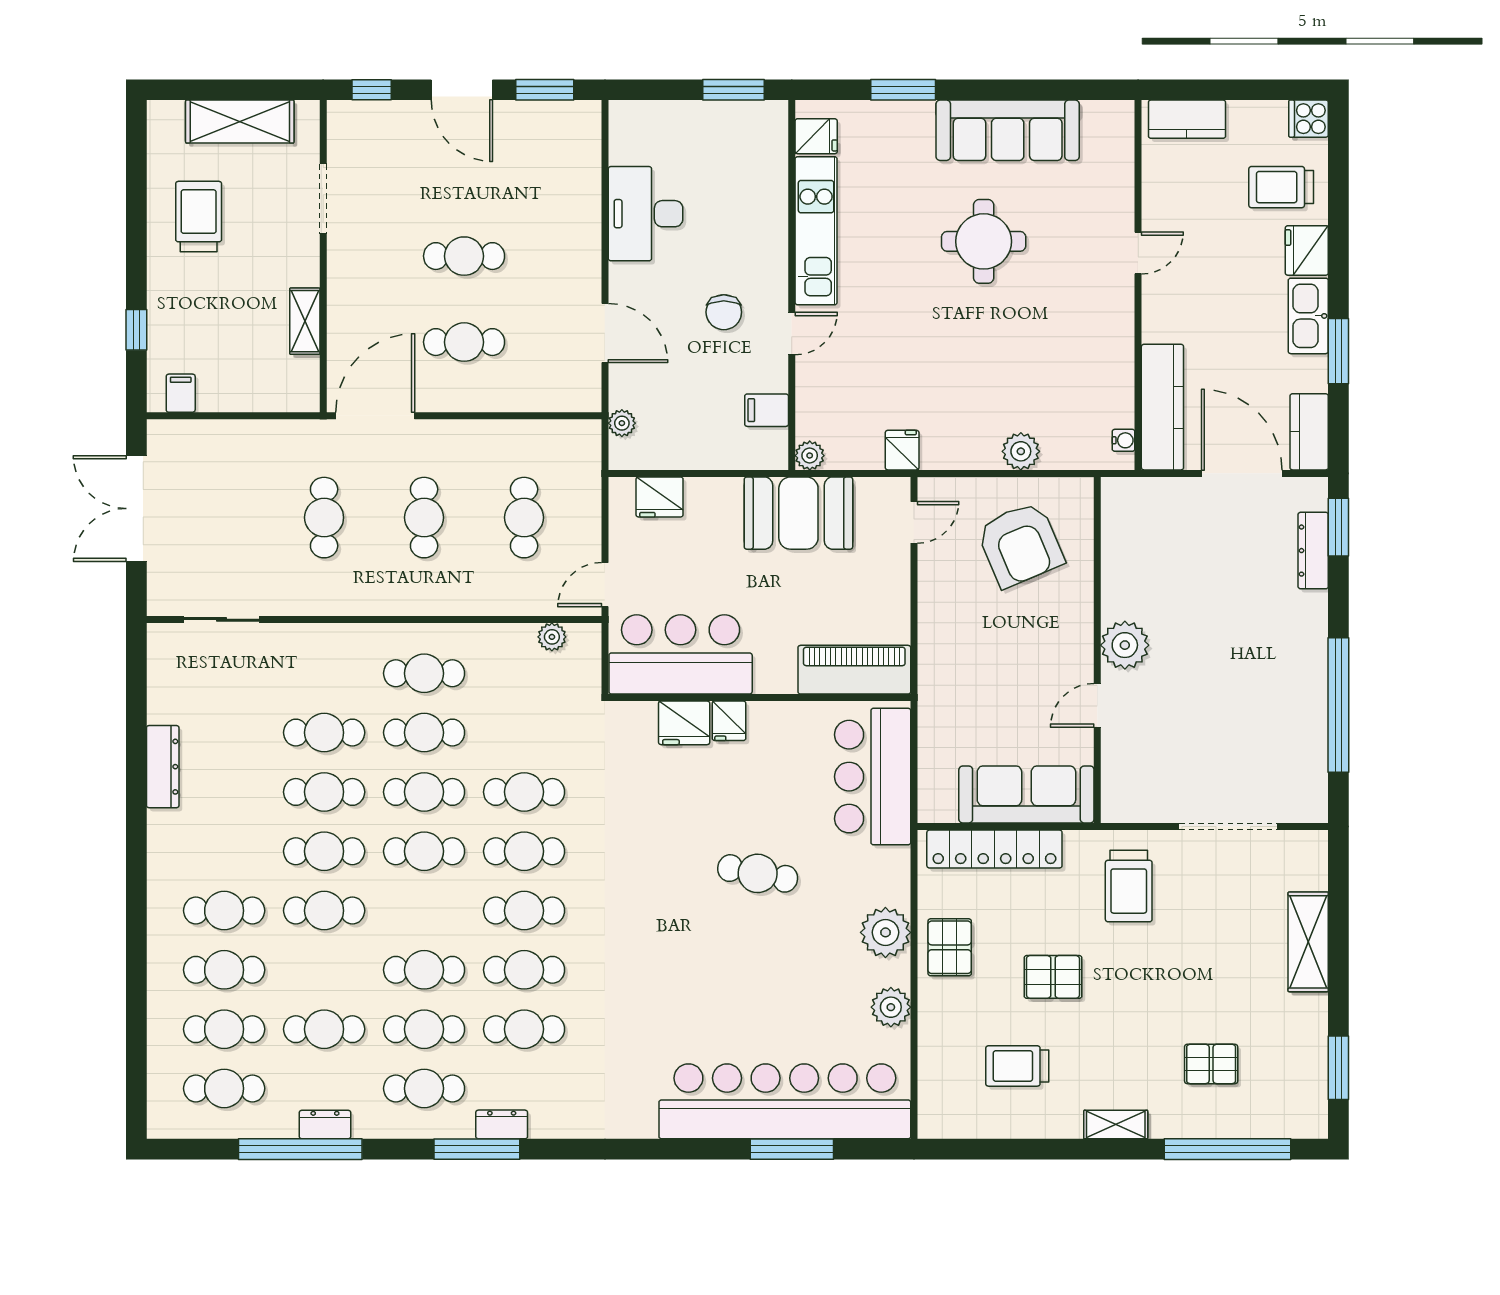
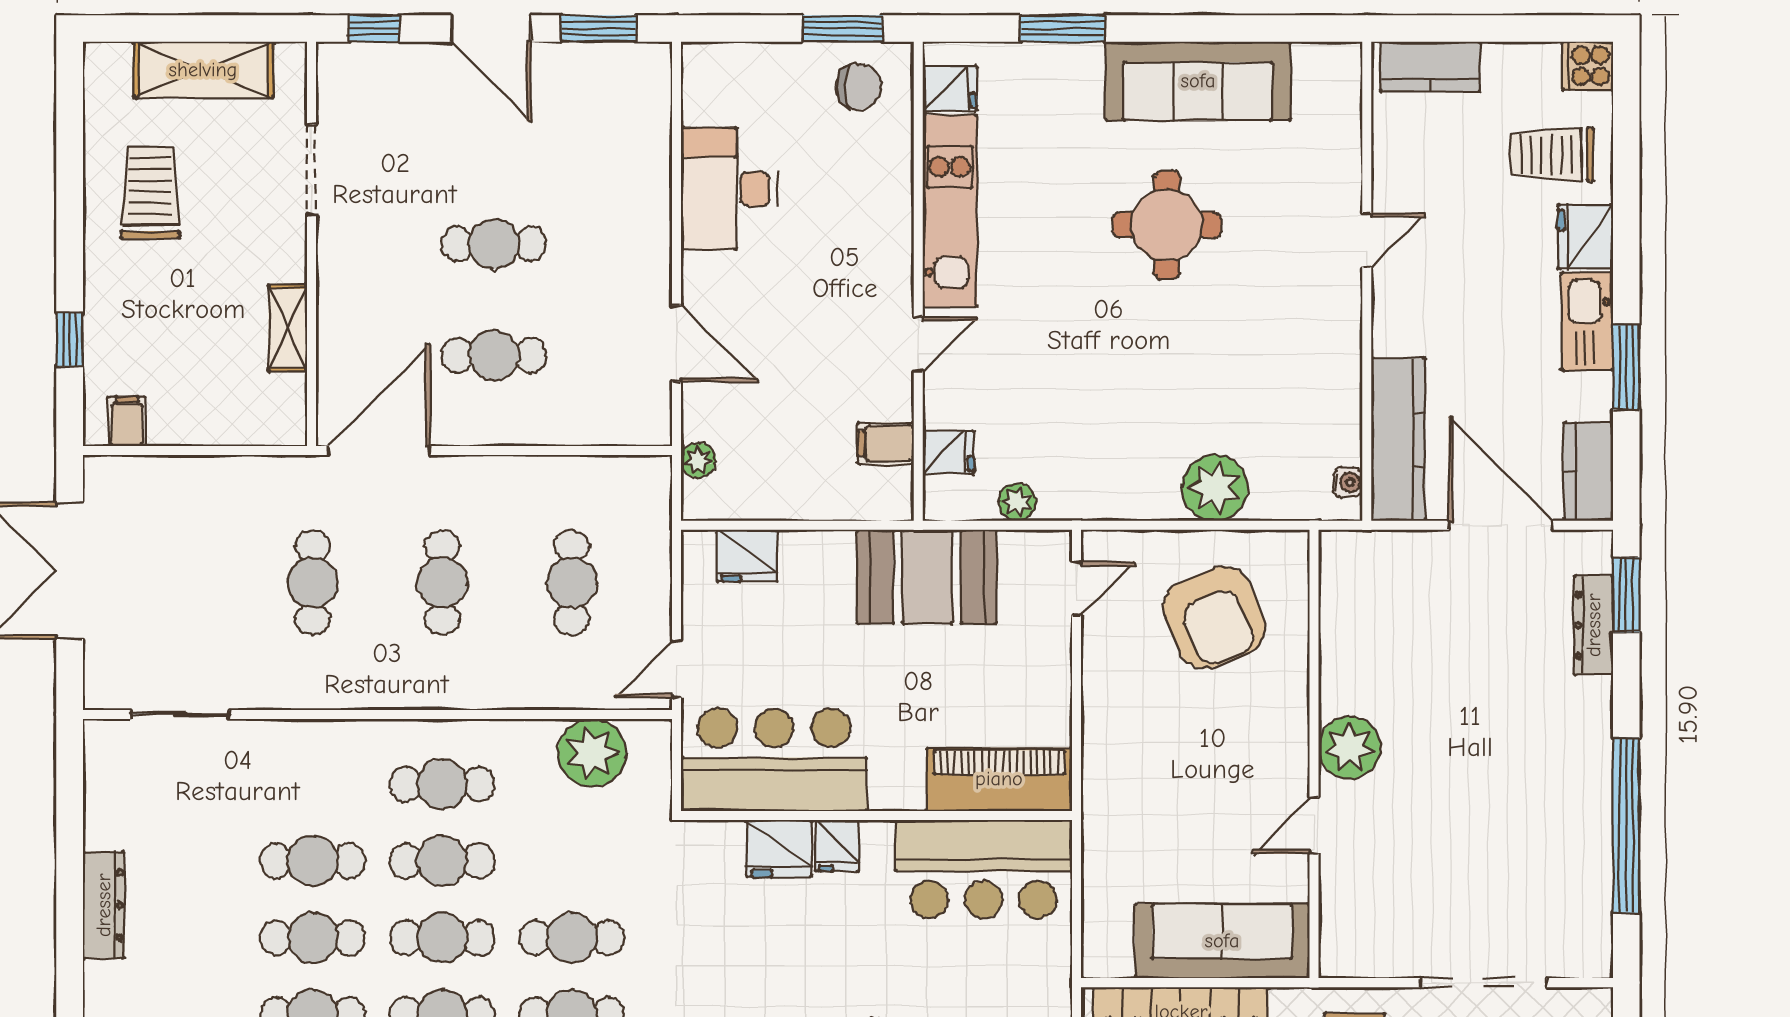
chair: (724, 312) -> (859, 87), moved, turned -90
fridge: (902, 450) -> (948, 452), moved, turned 90
plant: (1021, 451) -> (1215, 488), width x1.36, depth x1.36
plant: (810, 456) -> (1017, 502), moved
plant: (552, 637) -> (592, 753), width x1.87, depth x1.87
bar counter: (873, 777) -> (984, 869), moved, turned -90

